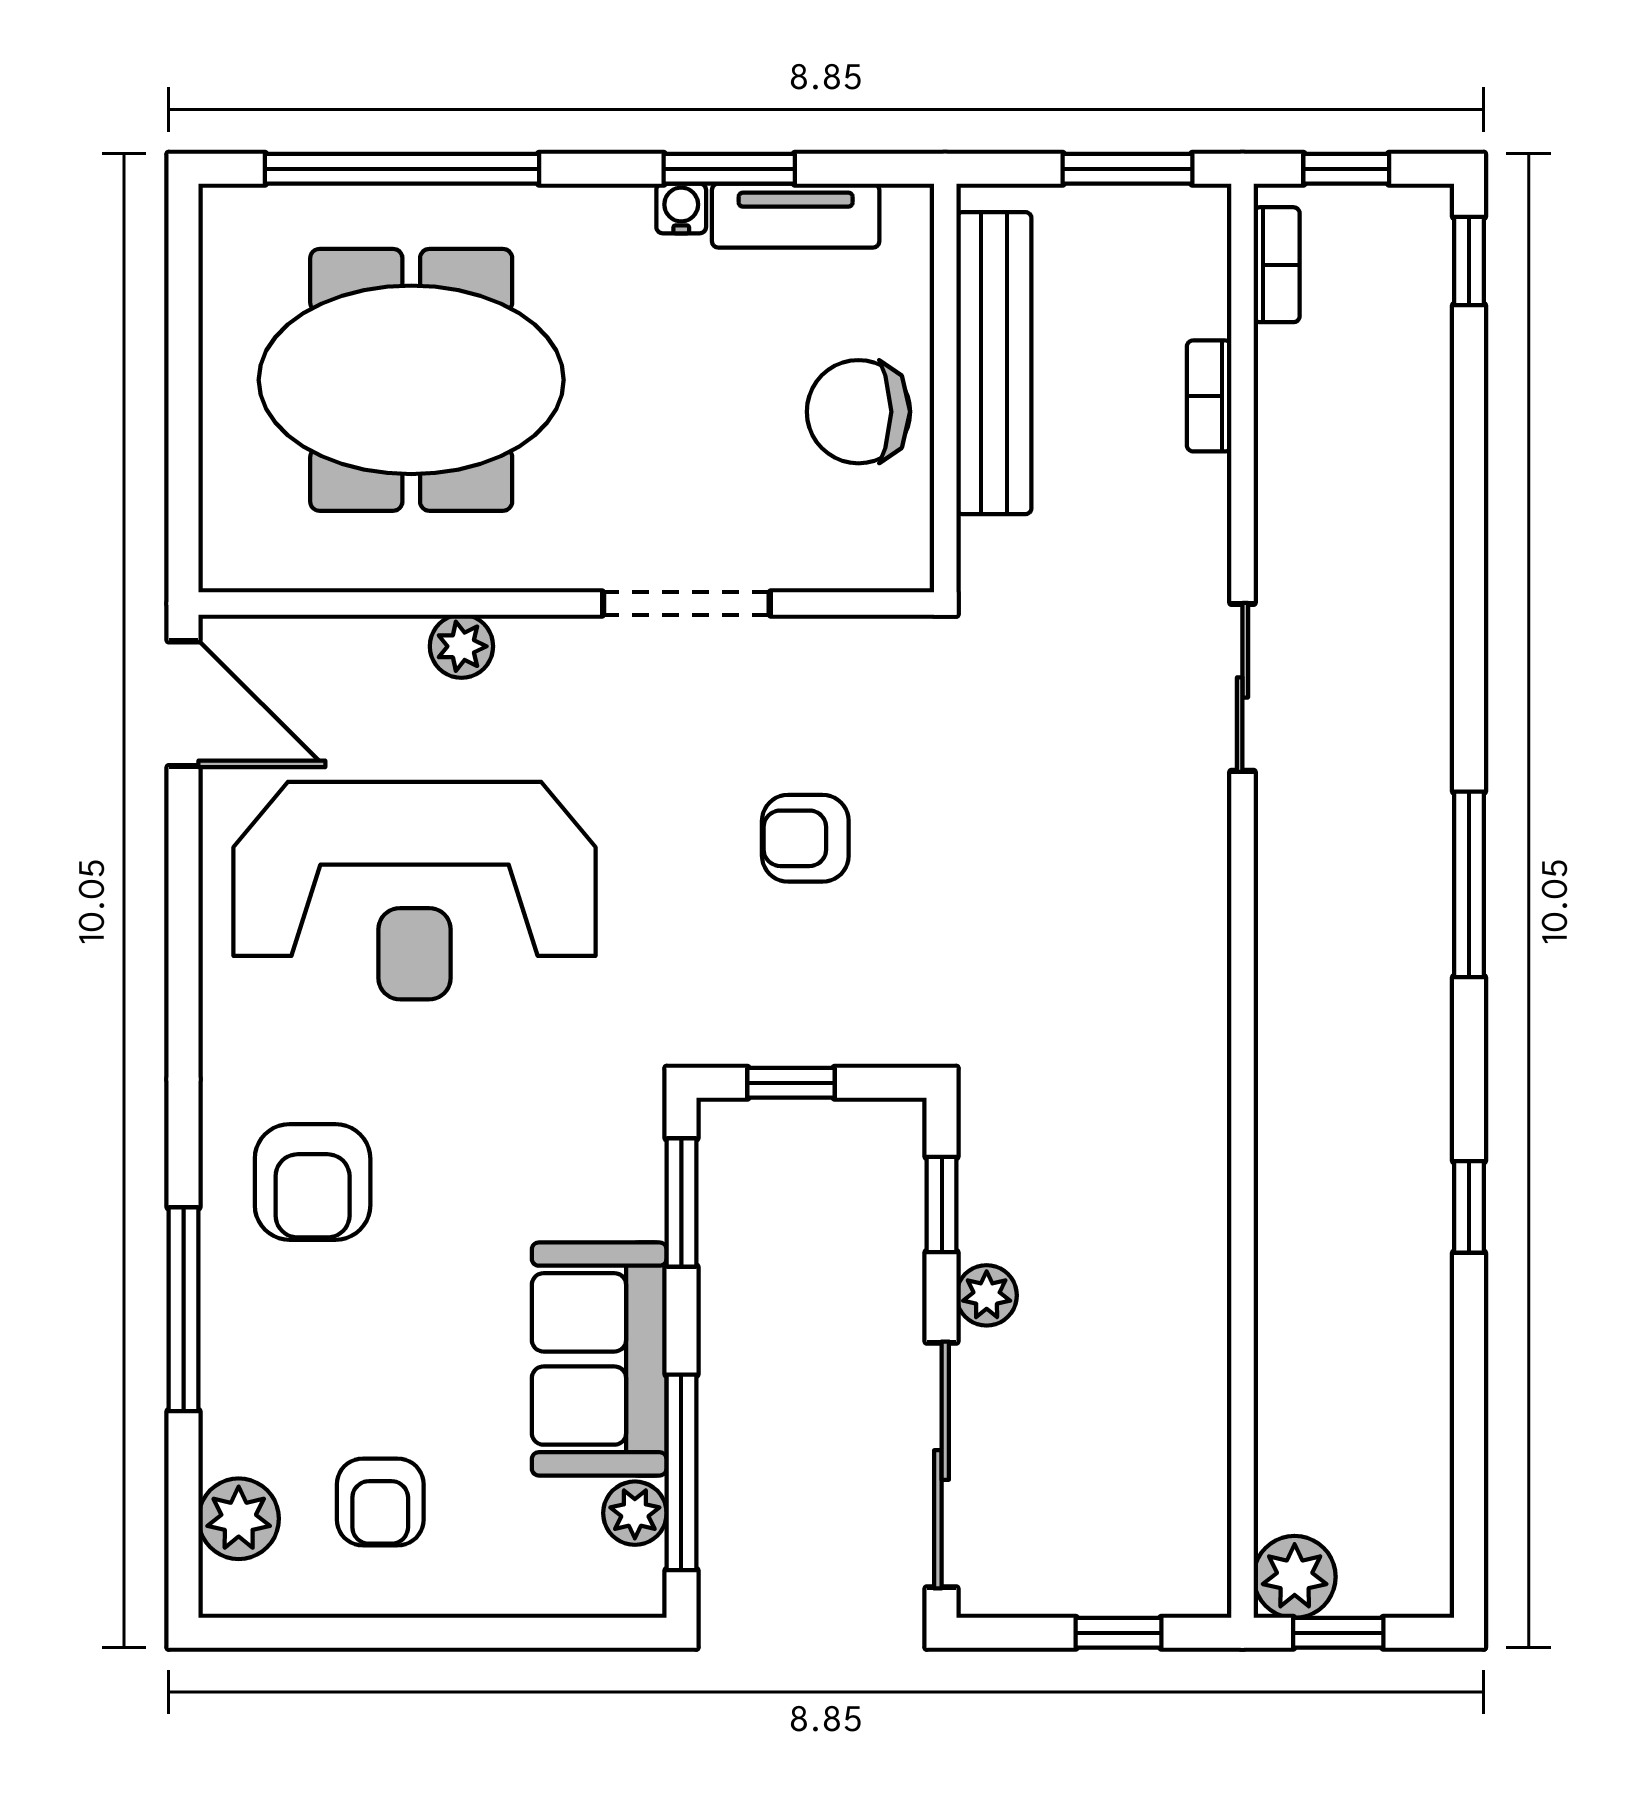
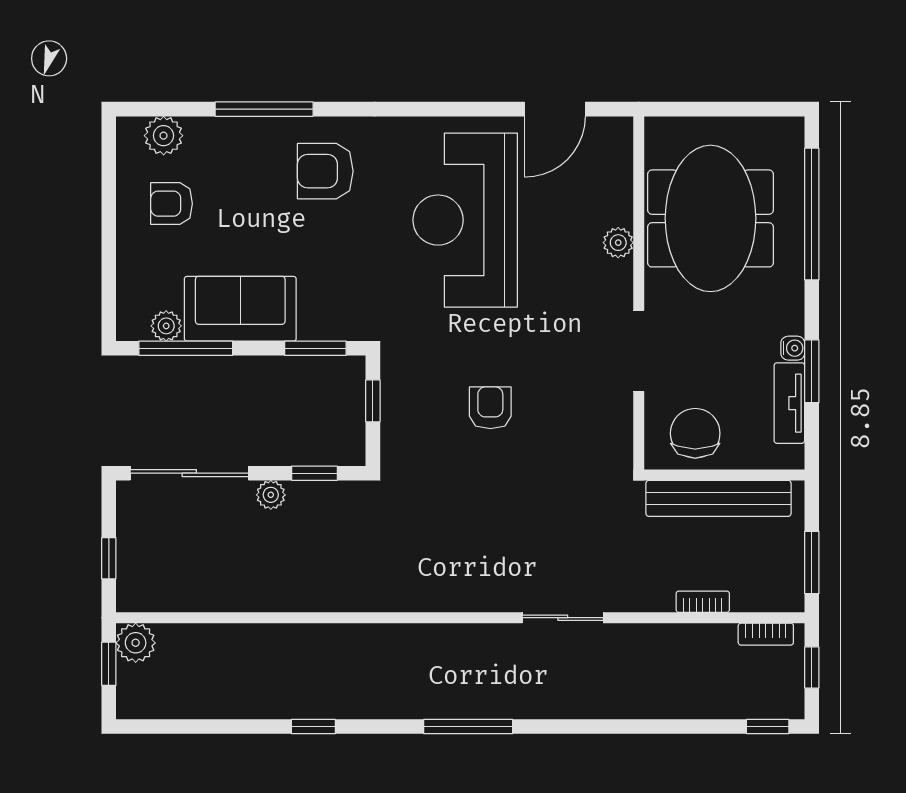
wall: (566, 604) -> (639, 293), moved
doorway: (686, 604) -> (639, 351), moved
plant: (461, 646) -> (618, 243), moved

